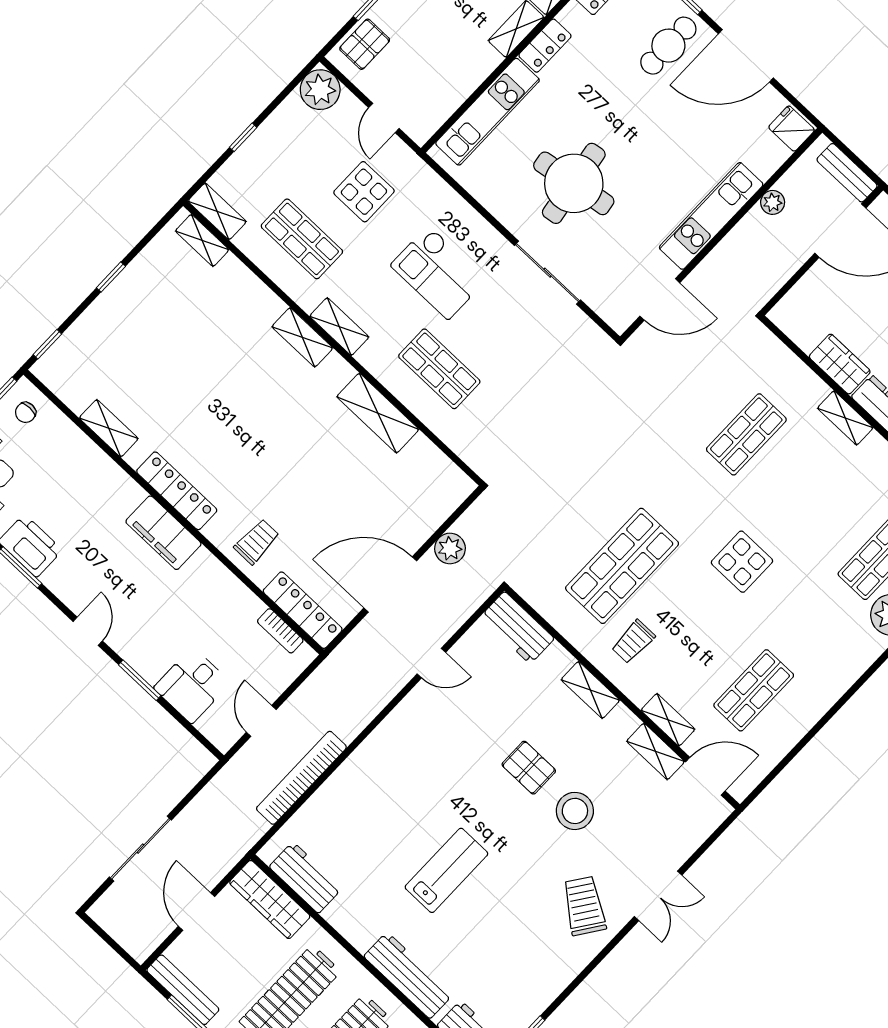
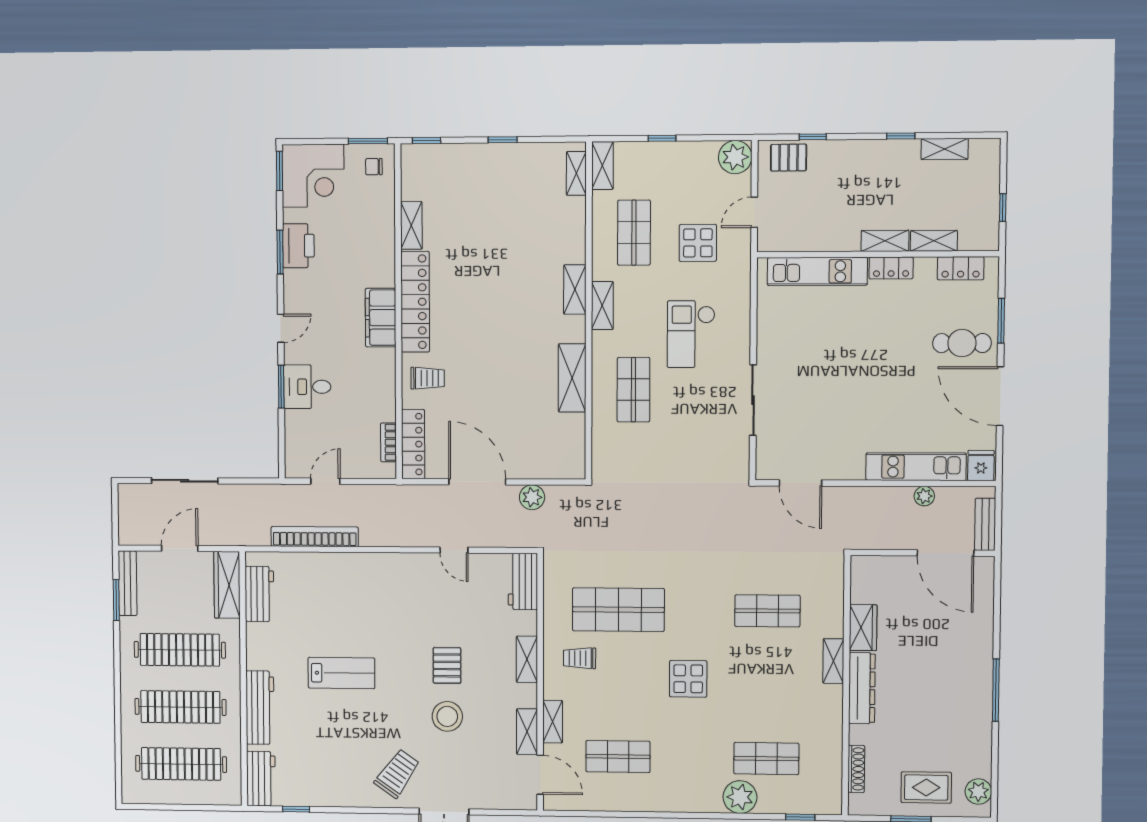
round table: (574, 183) -> (823, 365), removed
kitchen unit: (711, 216) -> (916, 467), moved
locker: (177, 491) -> (415, 302), width x1.41, depth x1.21
desk: (192, 685) -> (307, 387), moved

